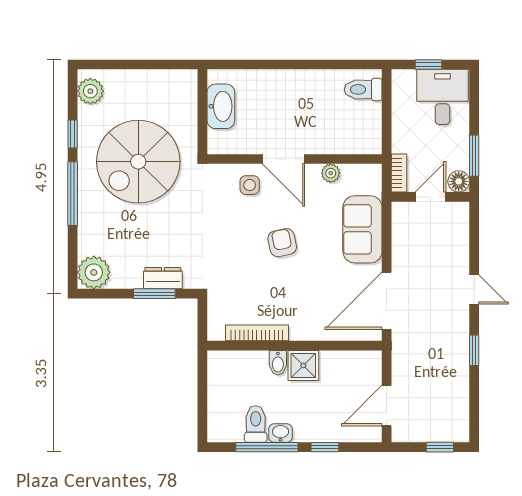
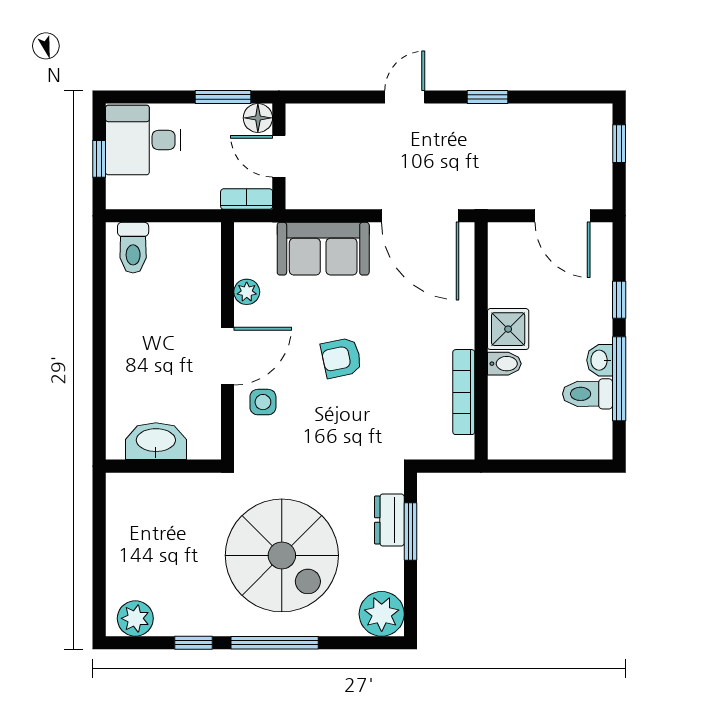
spiral stairs: (138, 162) -> (282, 555), moved

